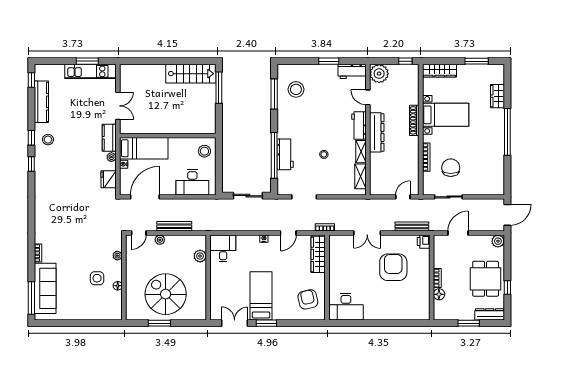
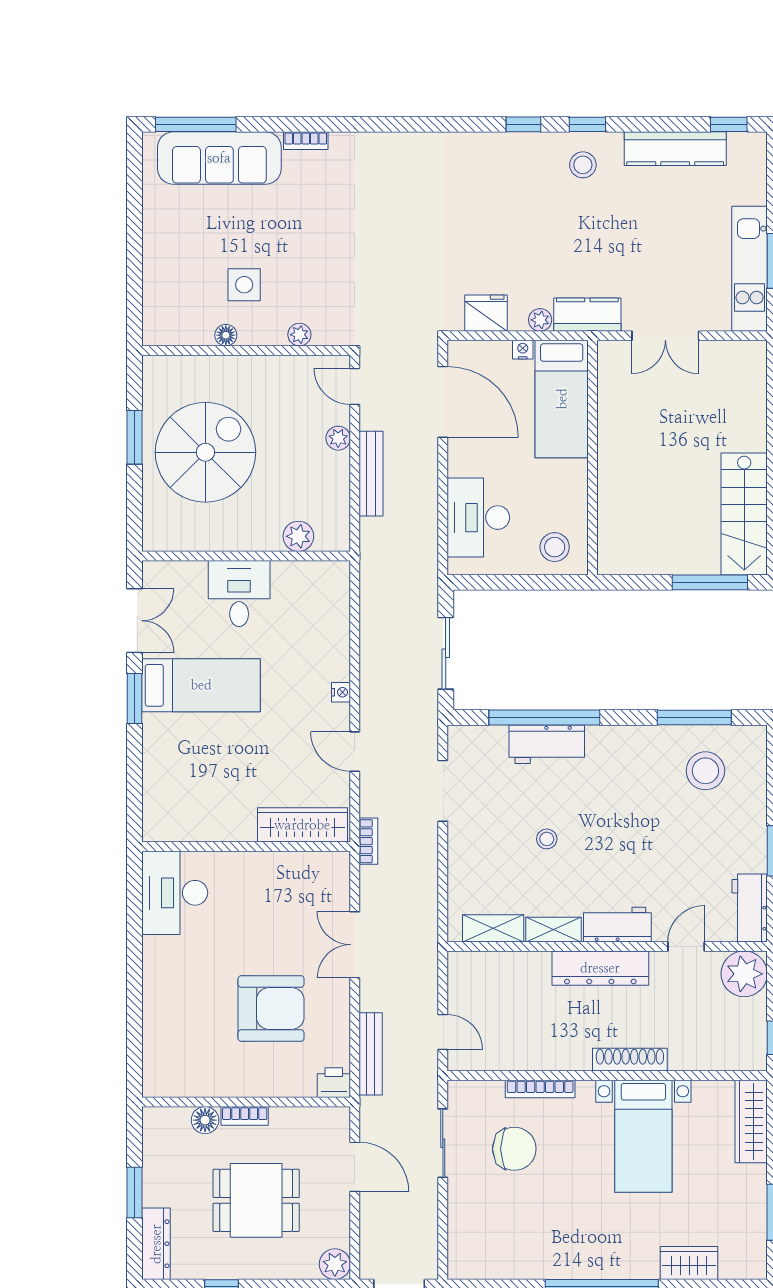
desk: (223, 248) -> (239, 594), moved, turned -90
dining table: (486, 279) -> (256, 1200), moved
armchair: (308, 299) -> (193, 800), removed

